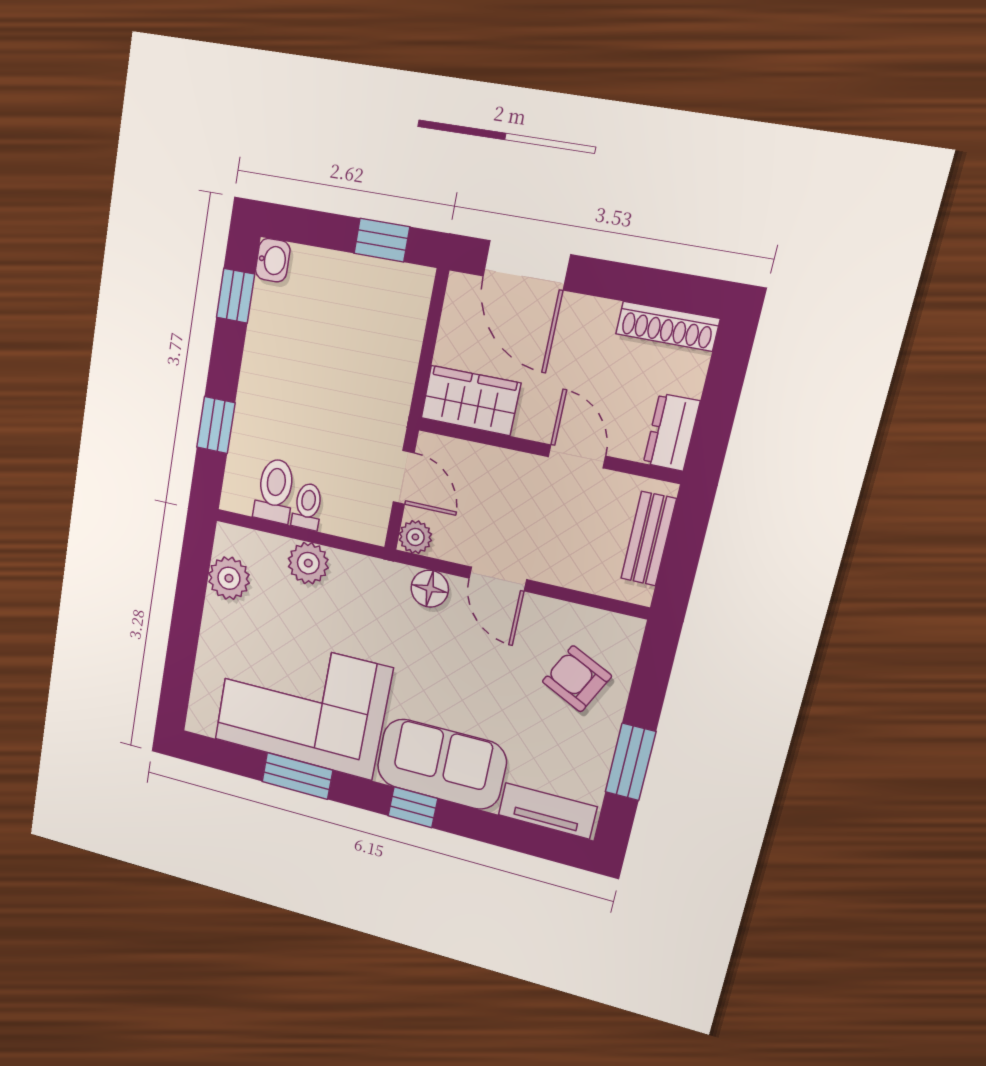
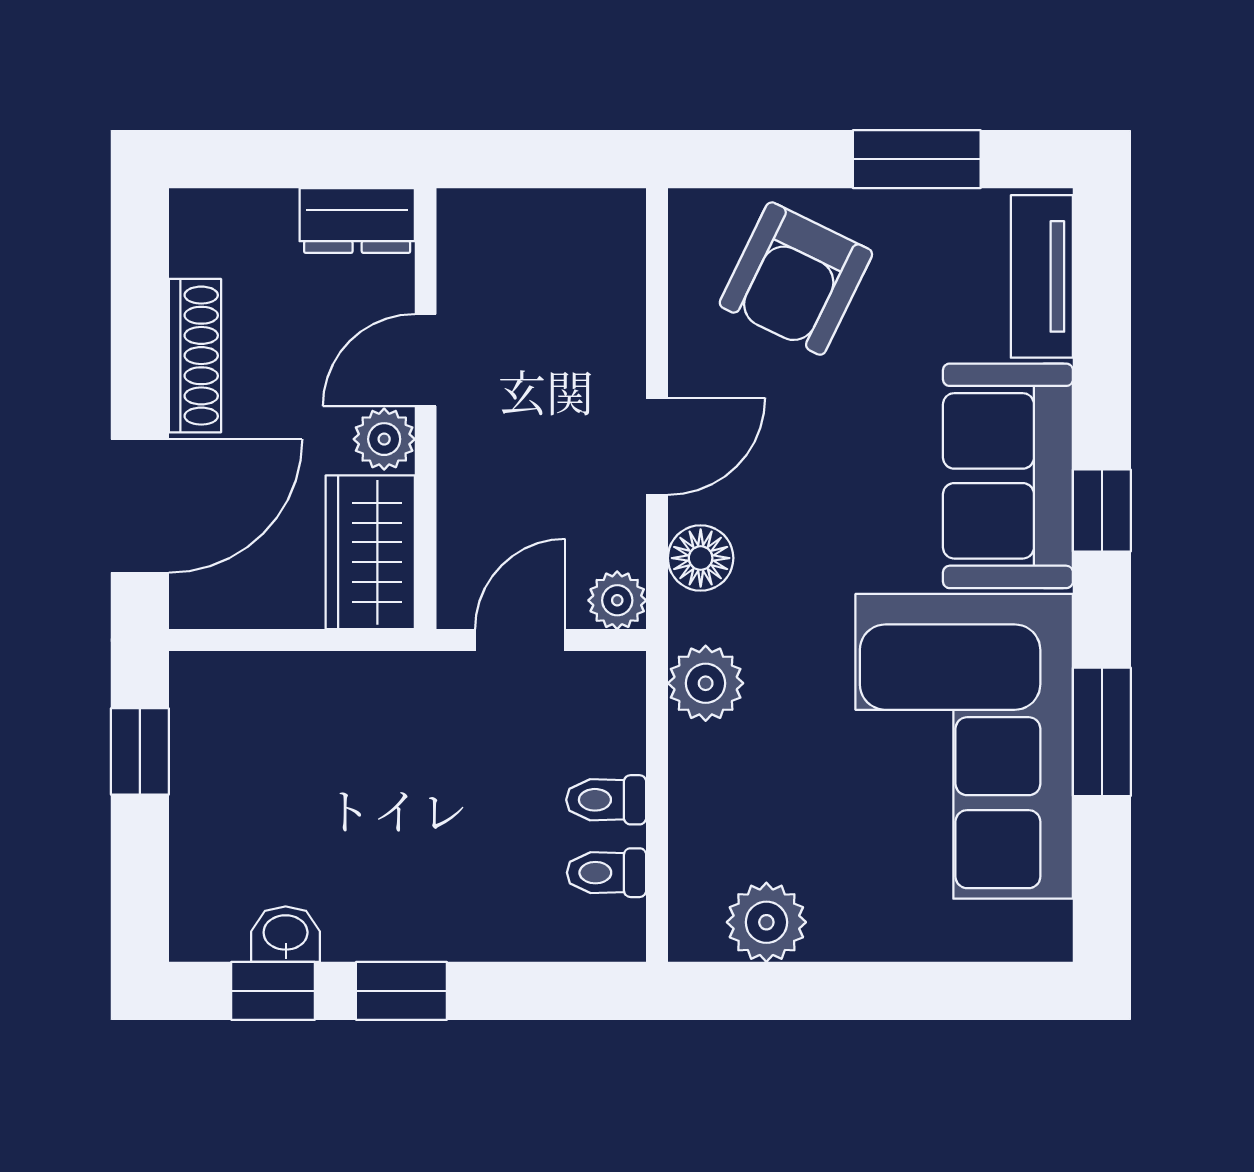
washbasin: (273, 260) -> (286, 934), moved
shoe rack: (668, 326) -> (195, 356), moved
plant: (535, 422) -> (384, 439), added
window: (216, 425) -> (401, 991), moved
toilet: (275, 491) -> (606, 873), width x0.73, depth x0.72
bench: (649, 539) -> (534, 217), removed
plant: (308, 563) -> (706, 683), moved
armchair: (577, 679) -> (796, 279), width x1.38, depth x1.38

